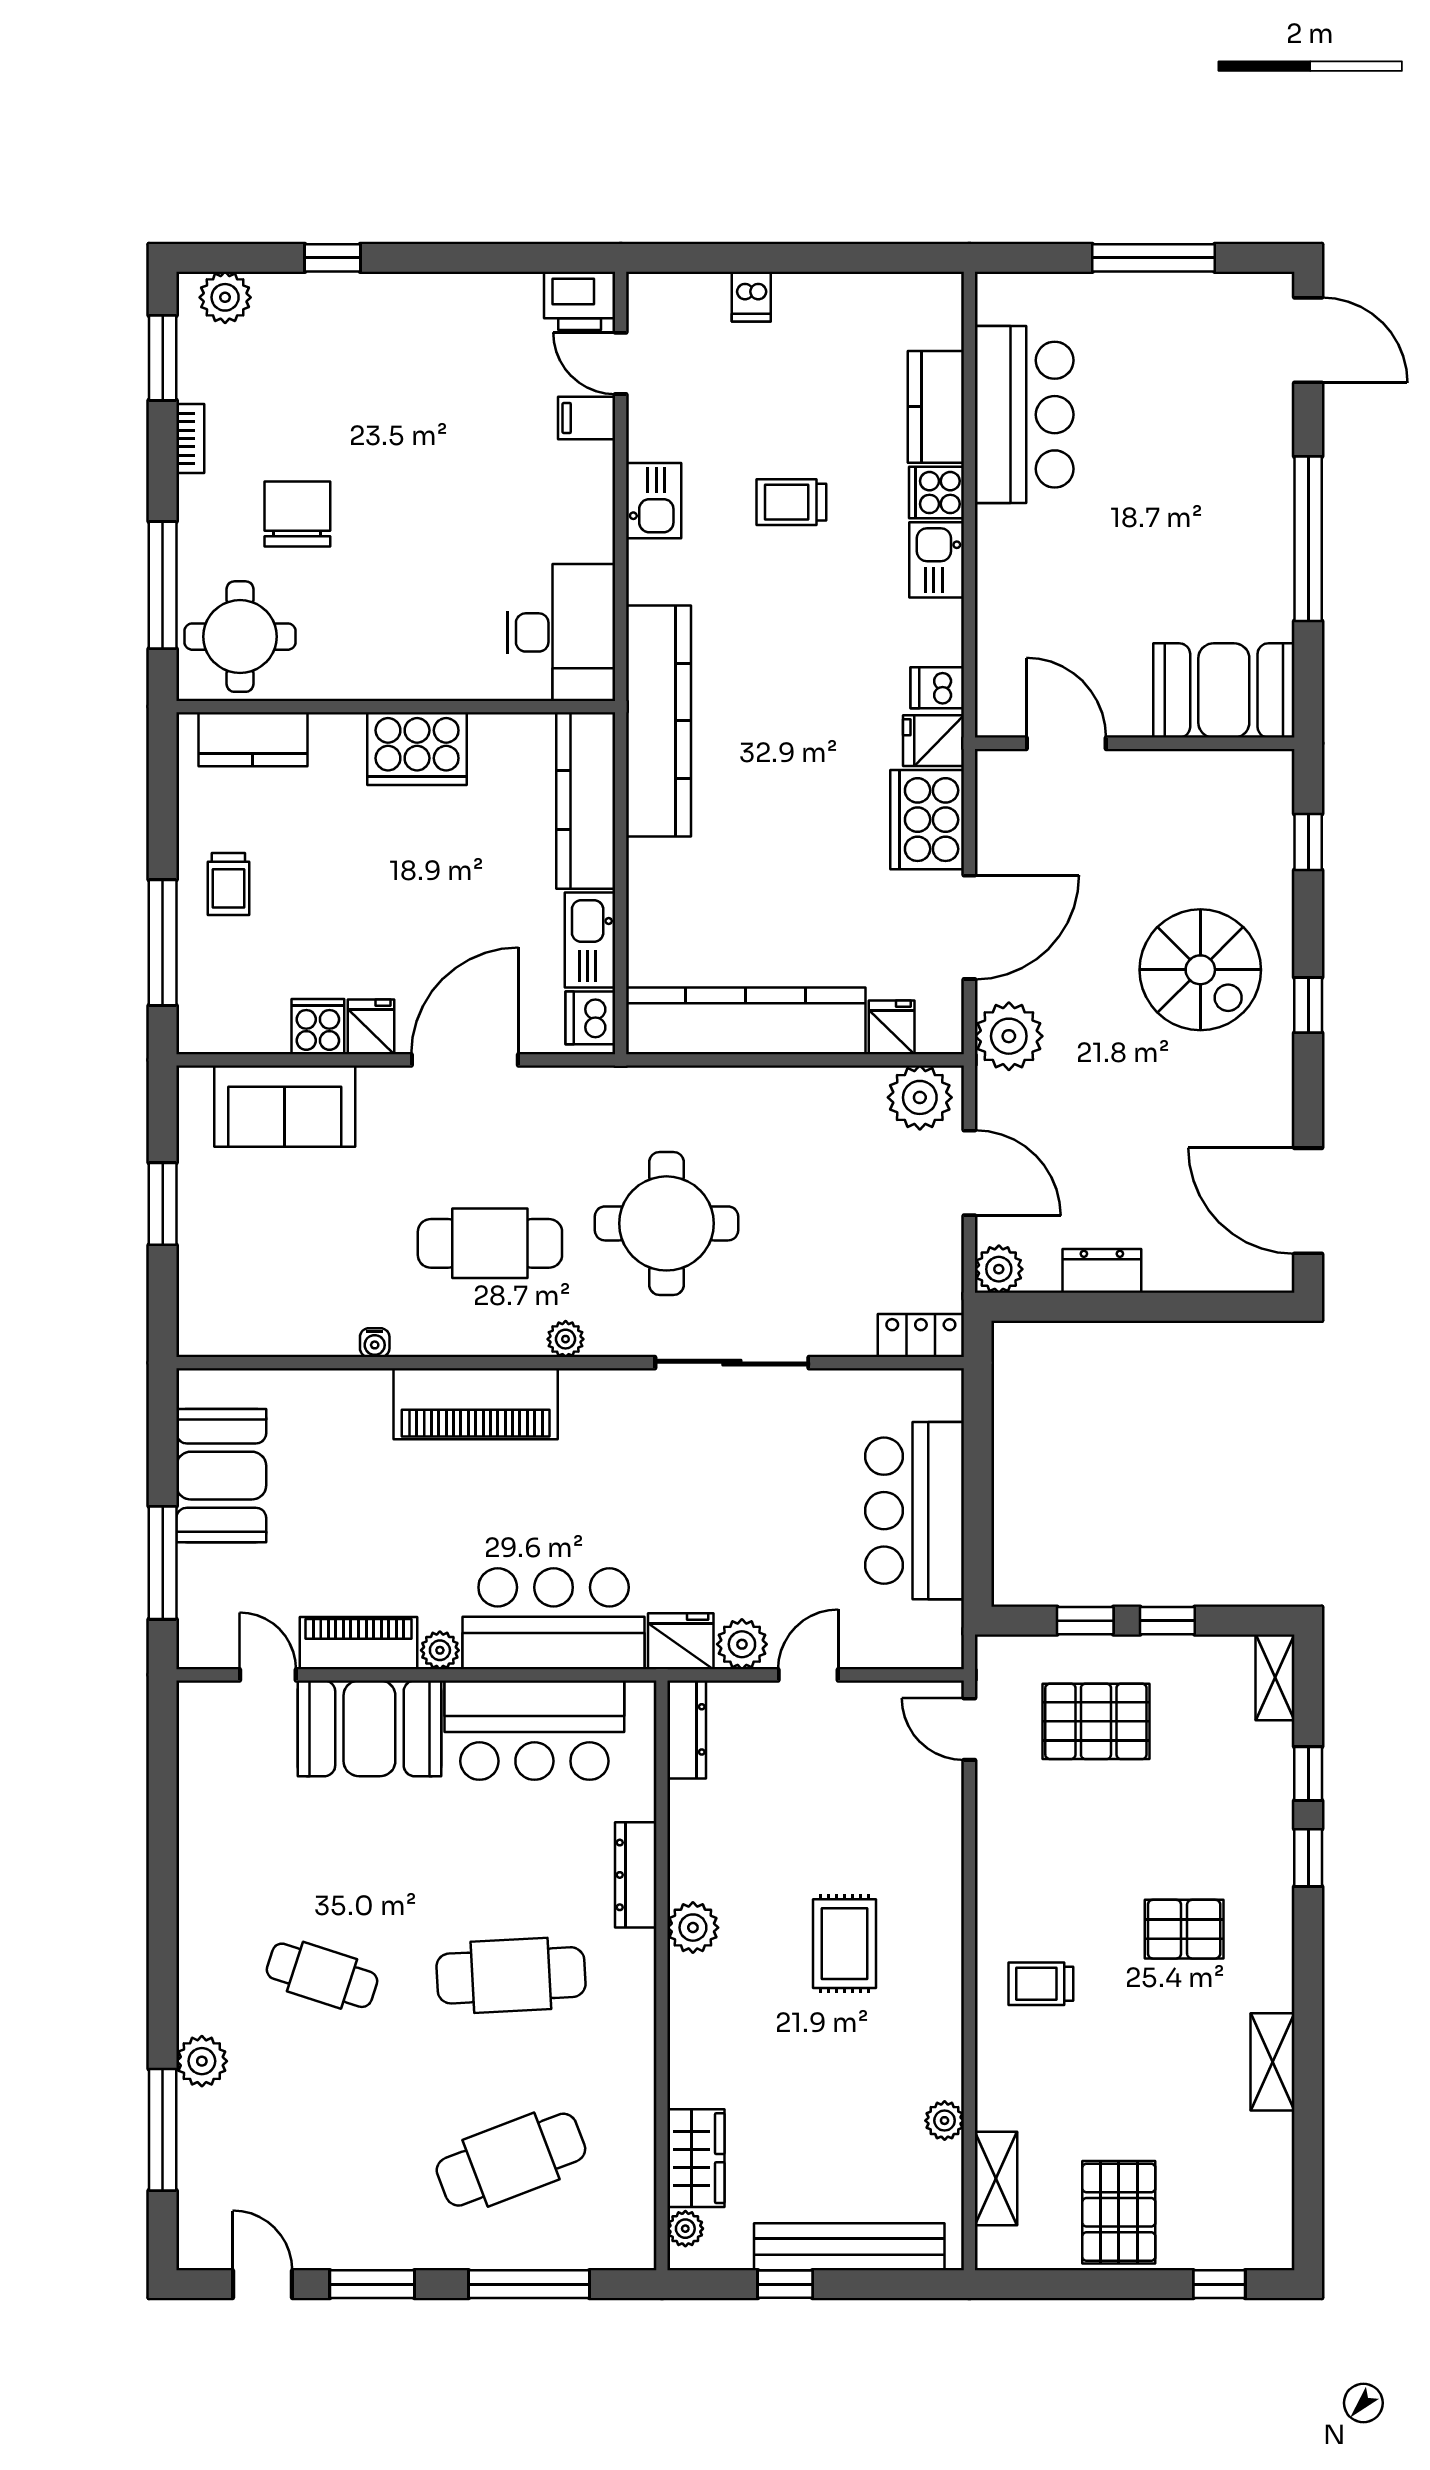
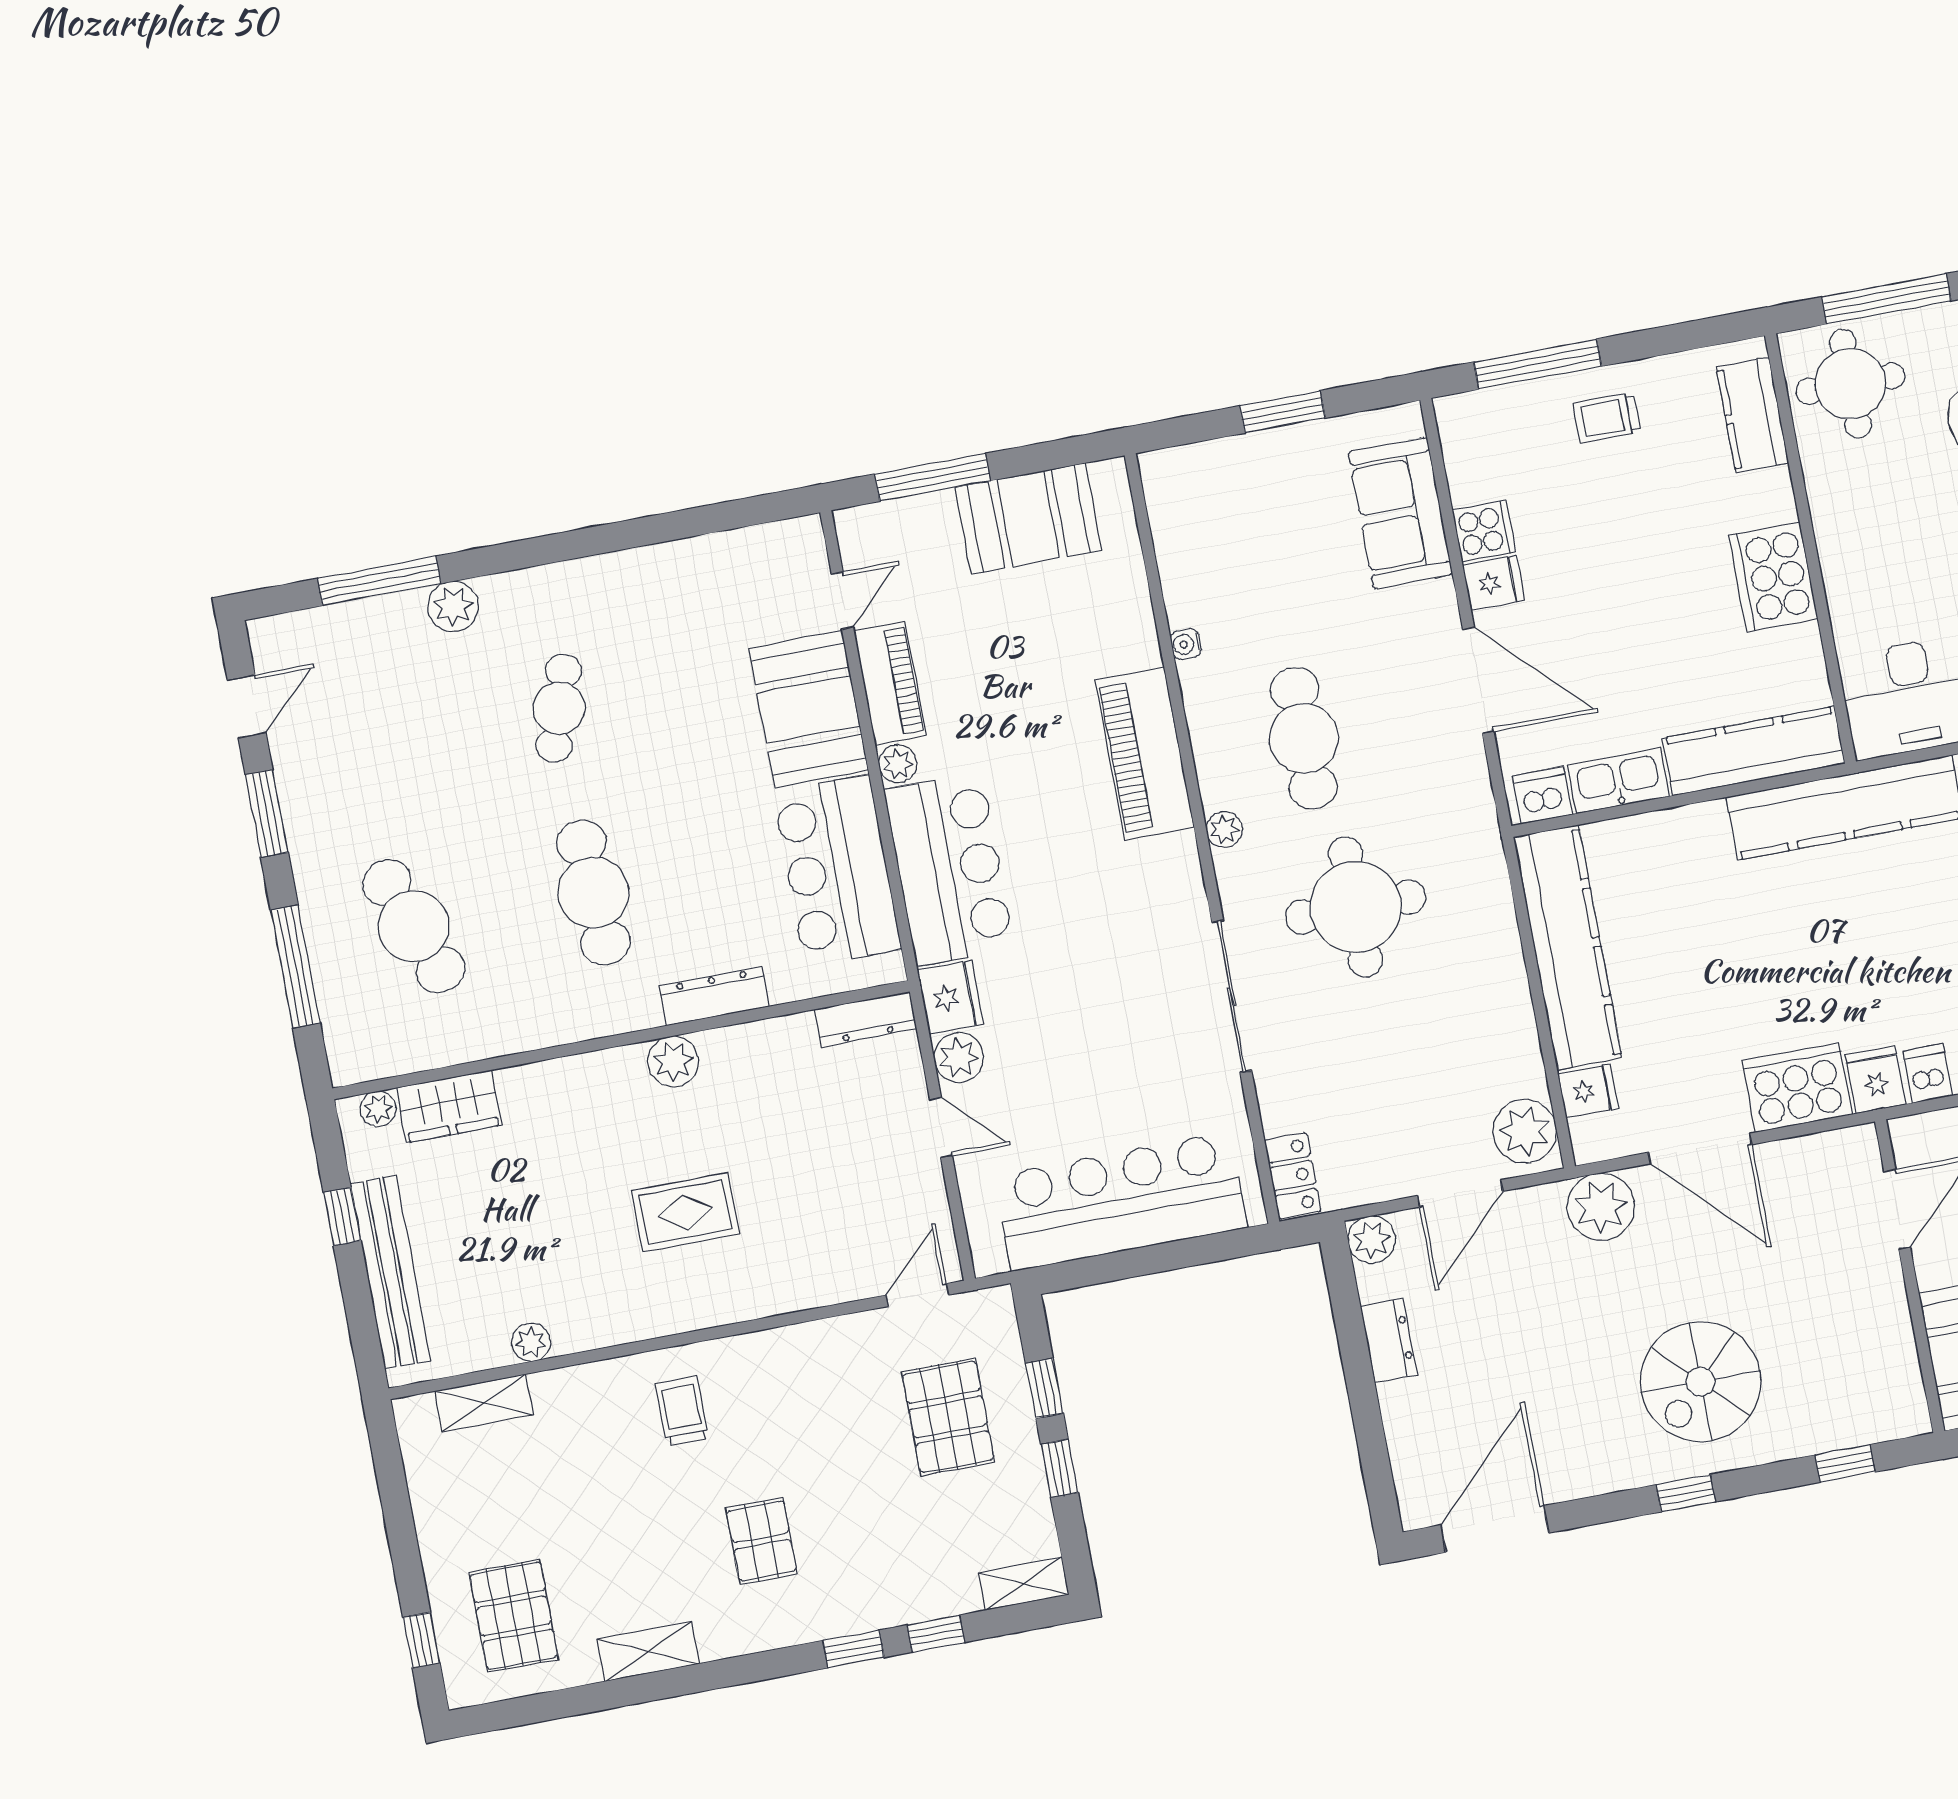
bar counter: (915, 1511) -> (1121, 1202), width x1.36
pallet: (1119, 2212) -> (514, 1616), moved, turned 90

